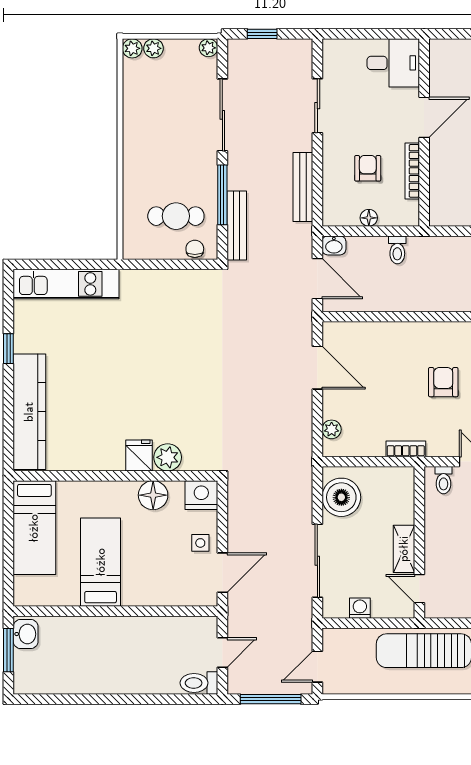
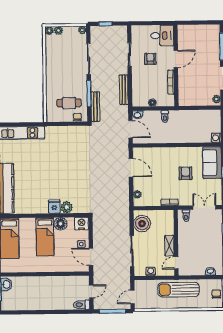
armchair: (368, 168) -> (150, 59), moved
bed: (101, 562) -> (45, 237), moved, turned 180
door: (222, 573) -> (91, 257), swing flipped
door: (419, 589) -> (176, 263), hinge flipped

